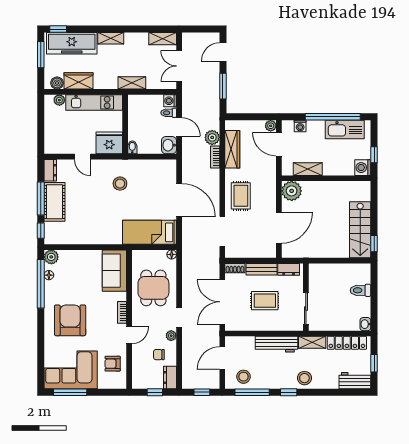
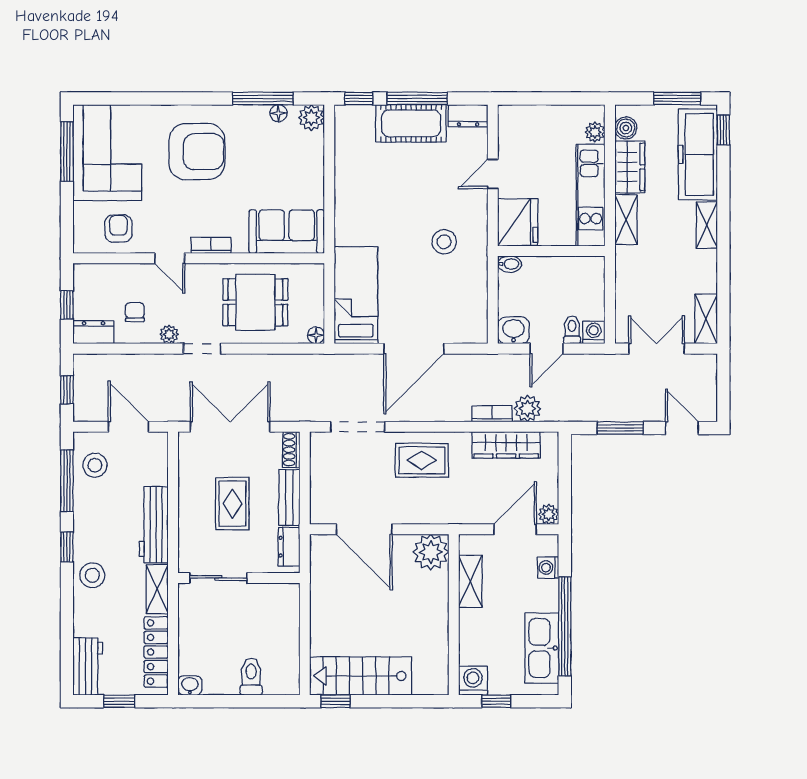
shelving: (132, 83) -> (626, 220), moved
window: (41, 284) -> (263, 98), width x0.68

